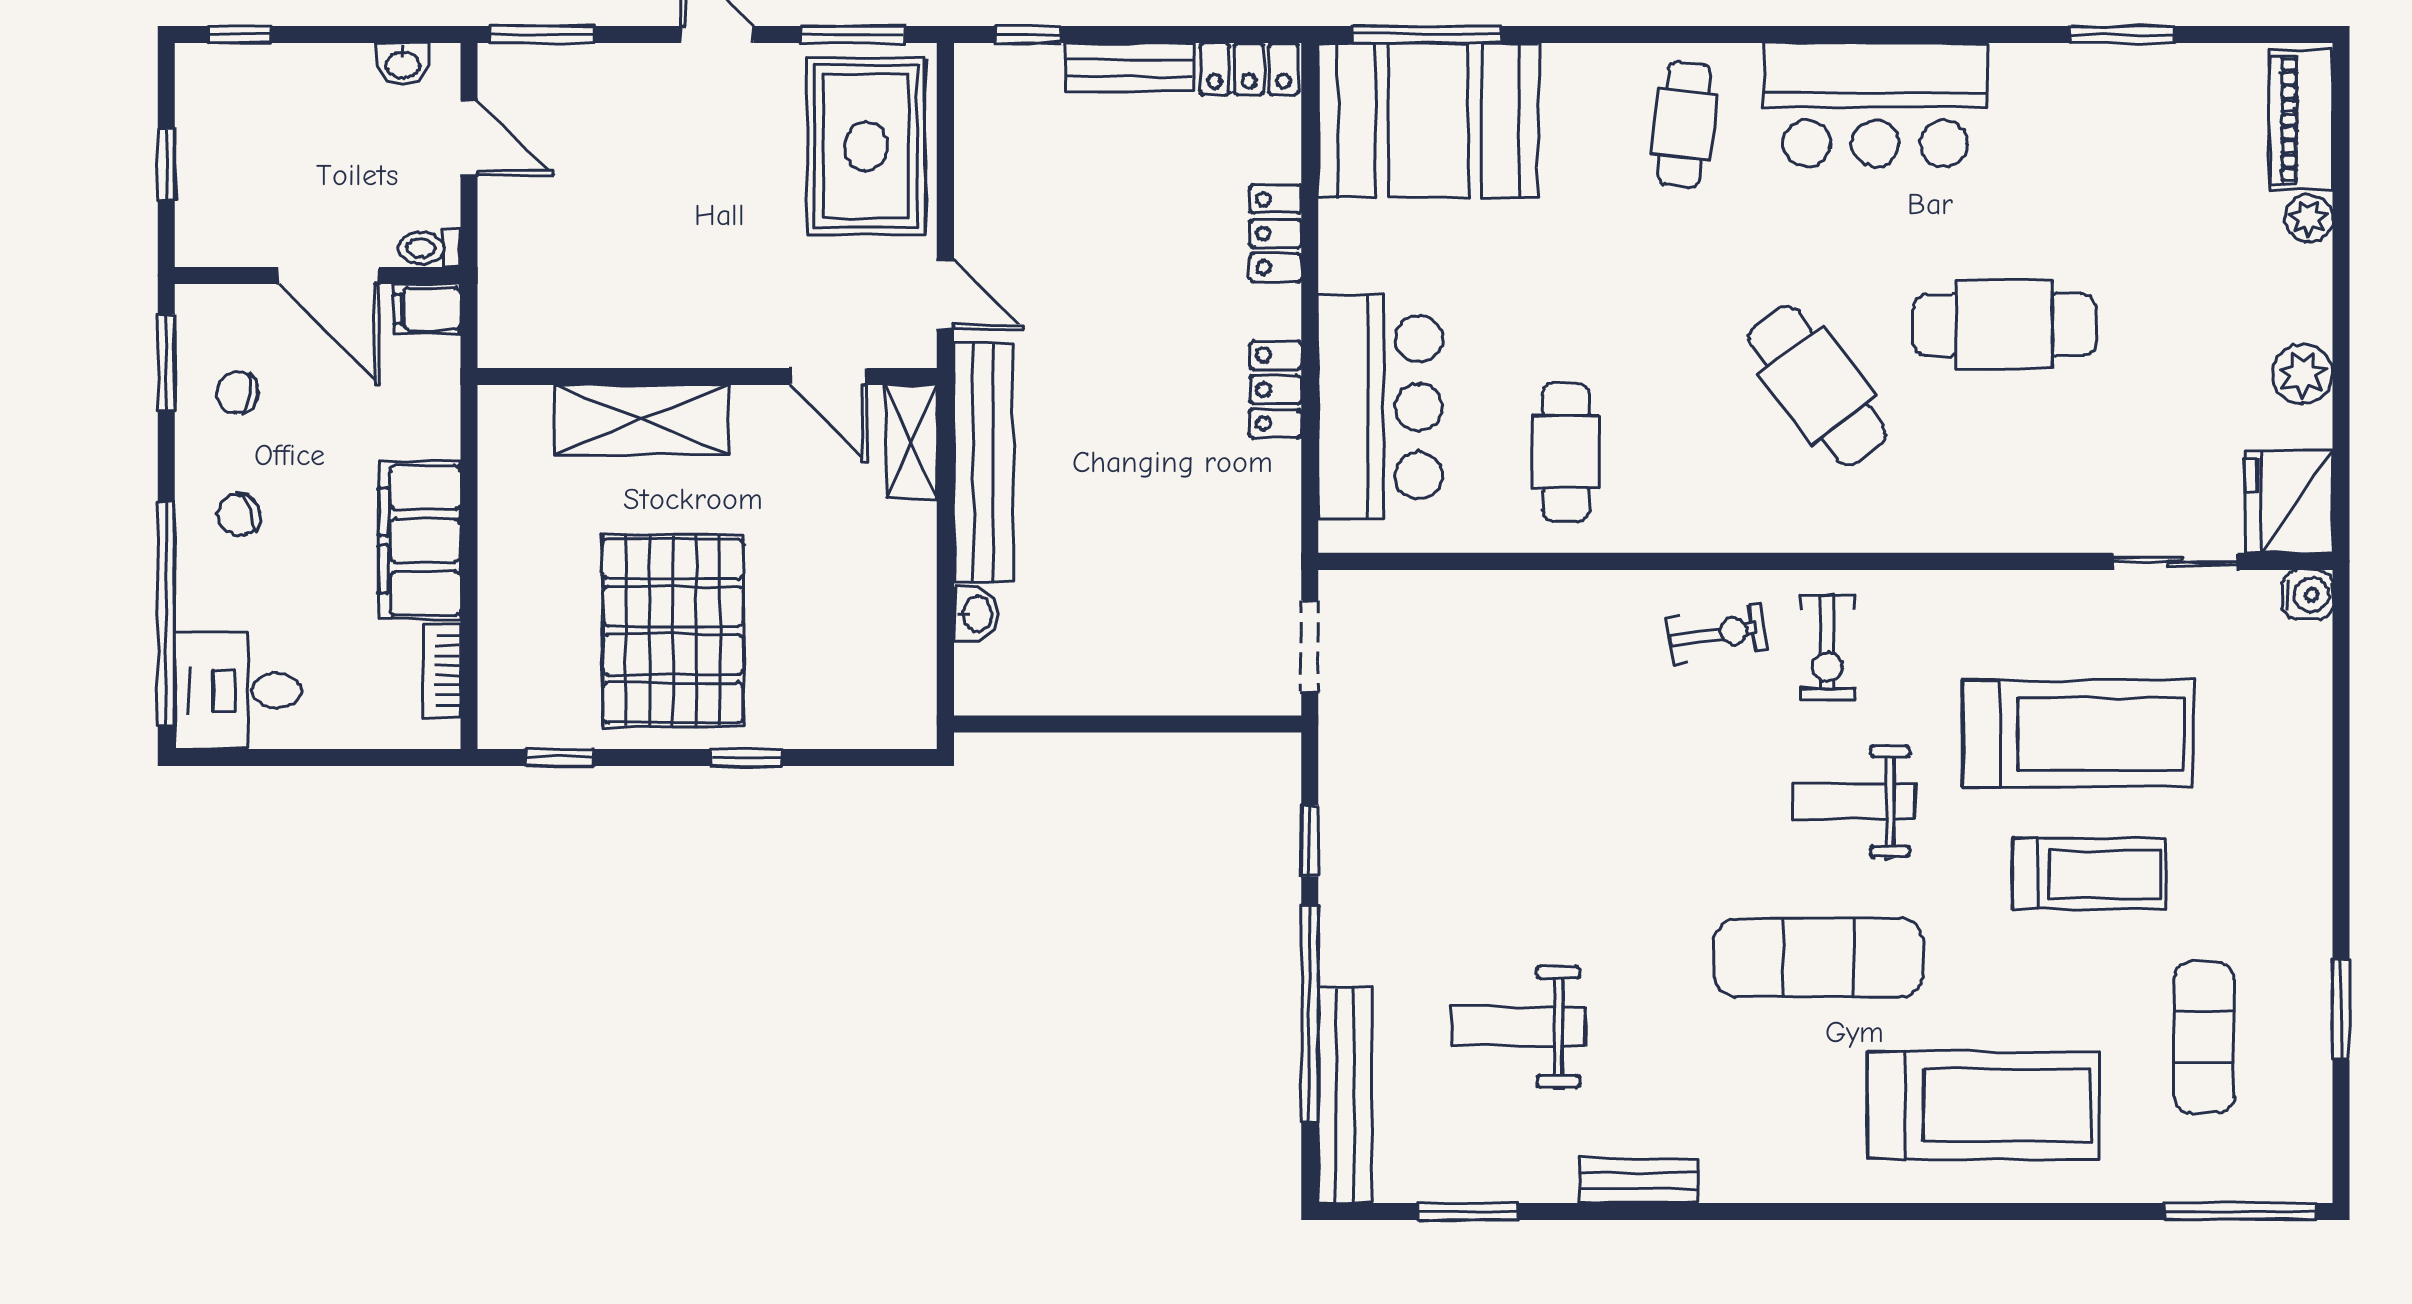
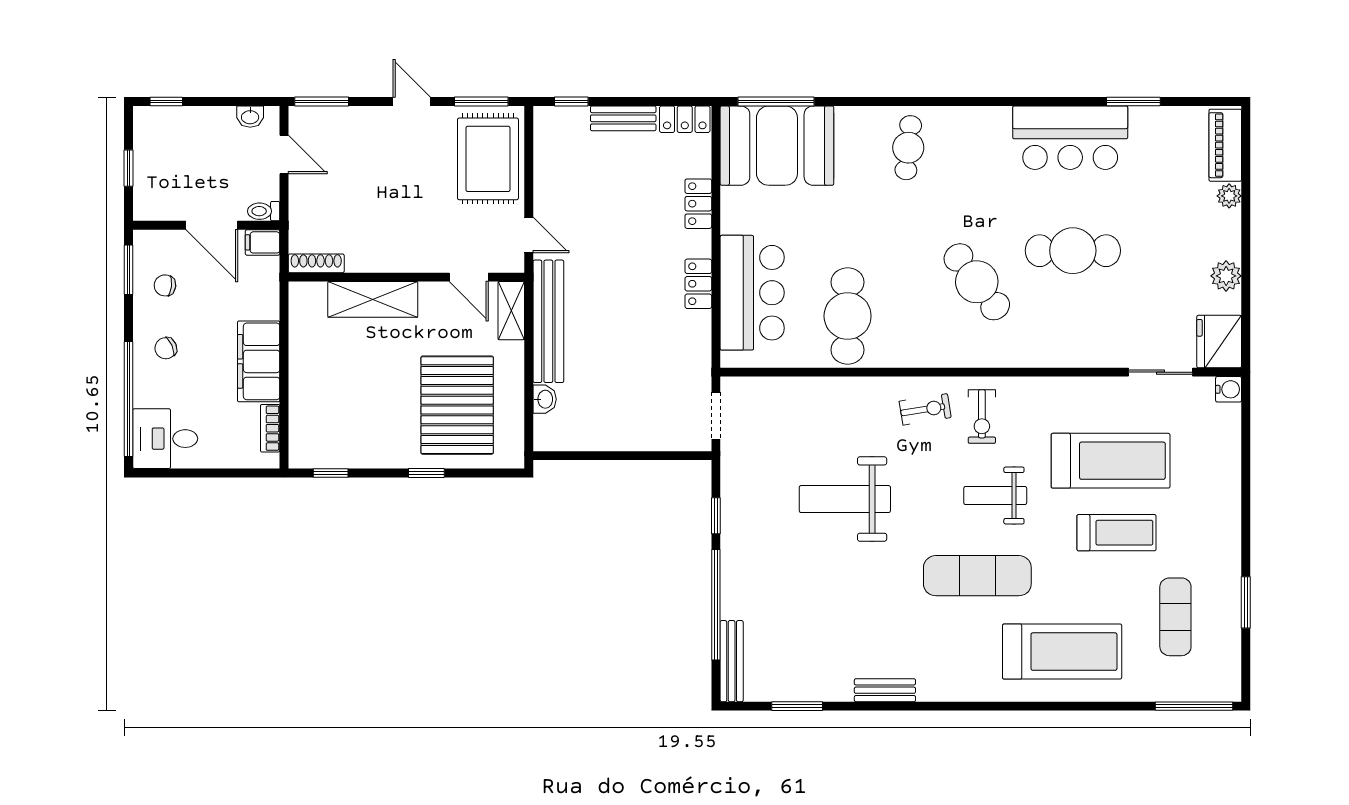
bar counter: (1875, 105) -> (1070, 138), moved
shoe rack: (532, 350) -> (316, 263), added
cafe table: (1566, 452) -> (848, 316), width x1.37, depth x1.35
pallet: (673, 631) -> (457, 405), moved
weight bench: (1518, 1027) -> (845, 499), moved, width x1.36, depth x1.33
bench: (1345, 1095) -> (732, 661), width x0.73, depth x0.82

